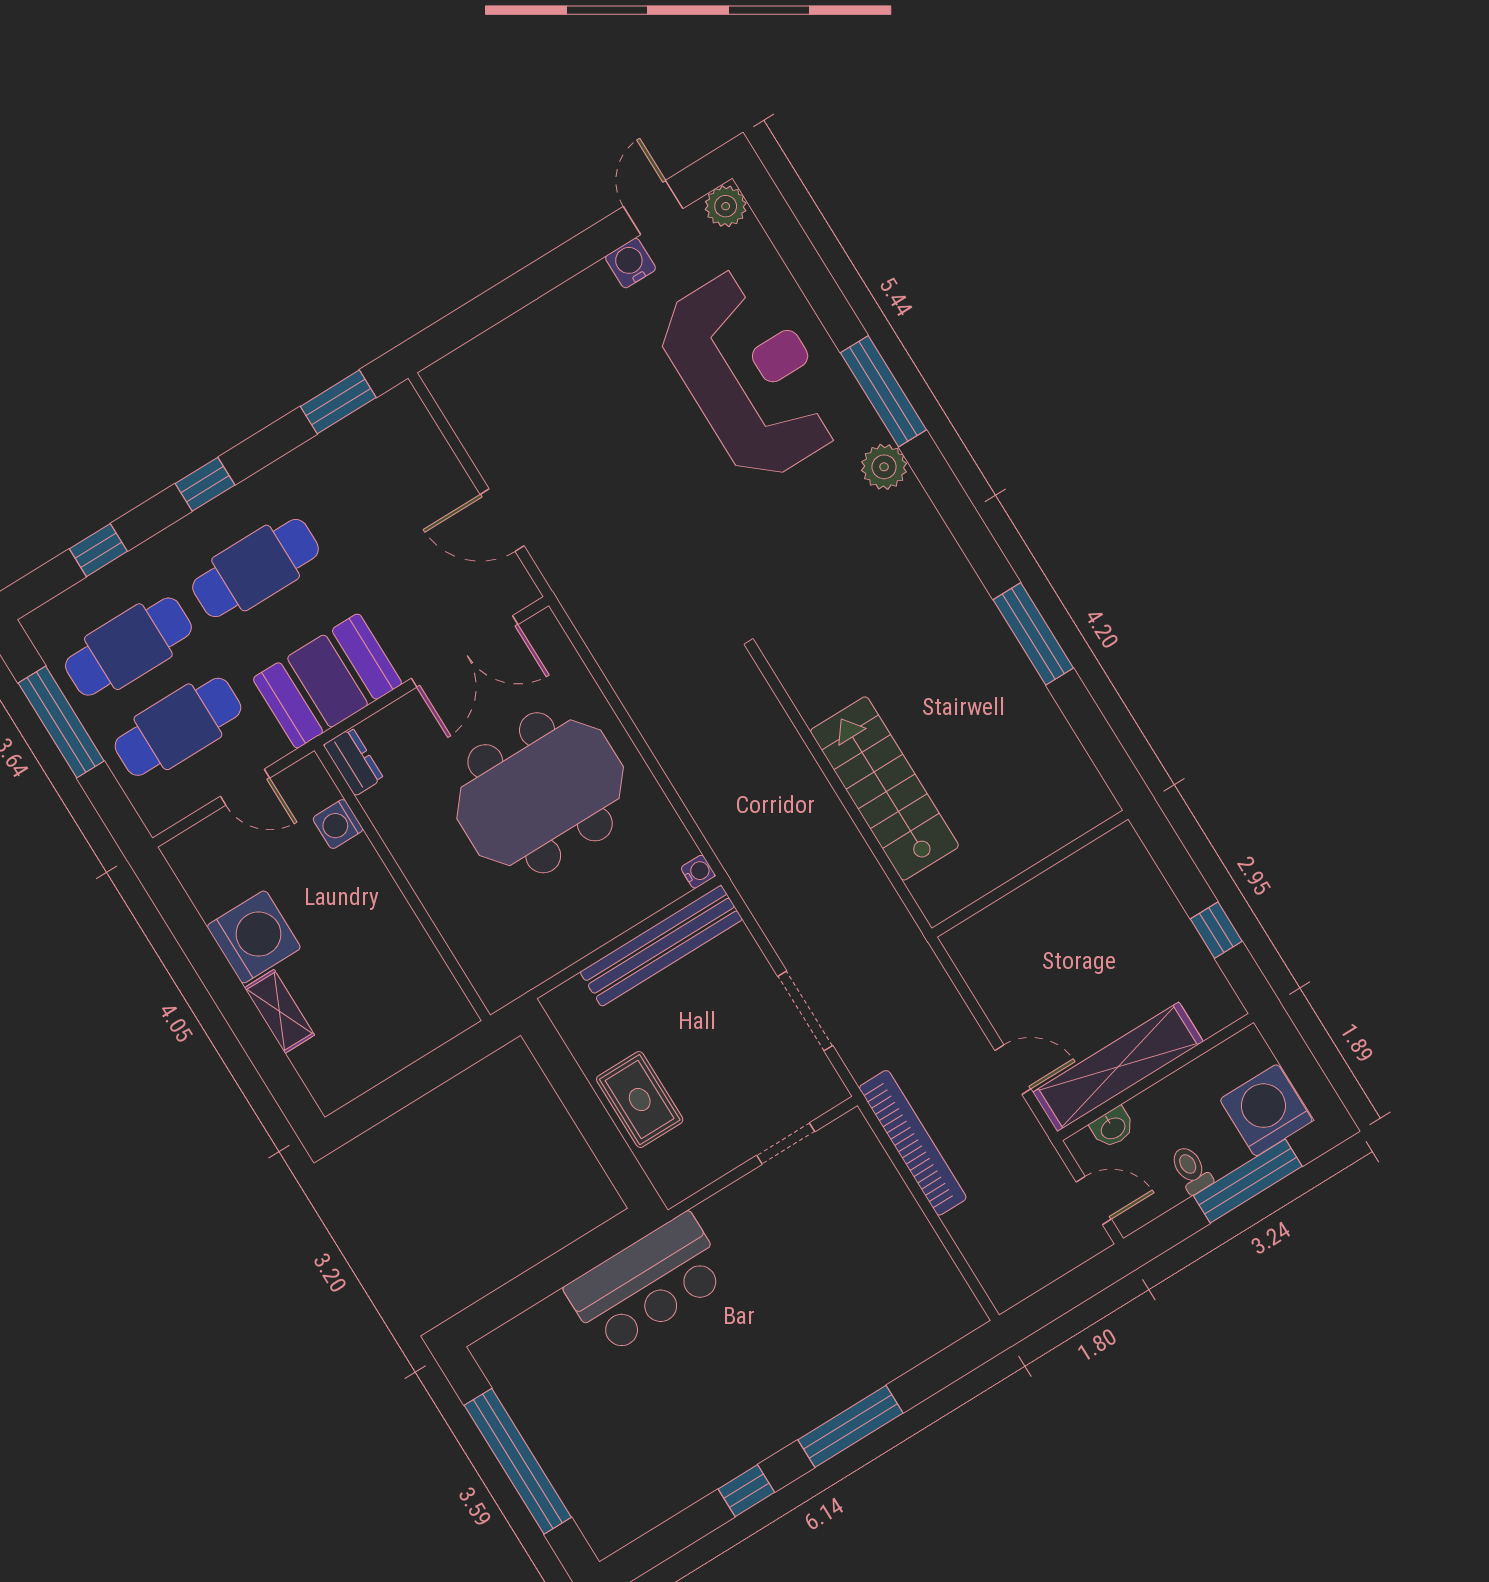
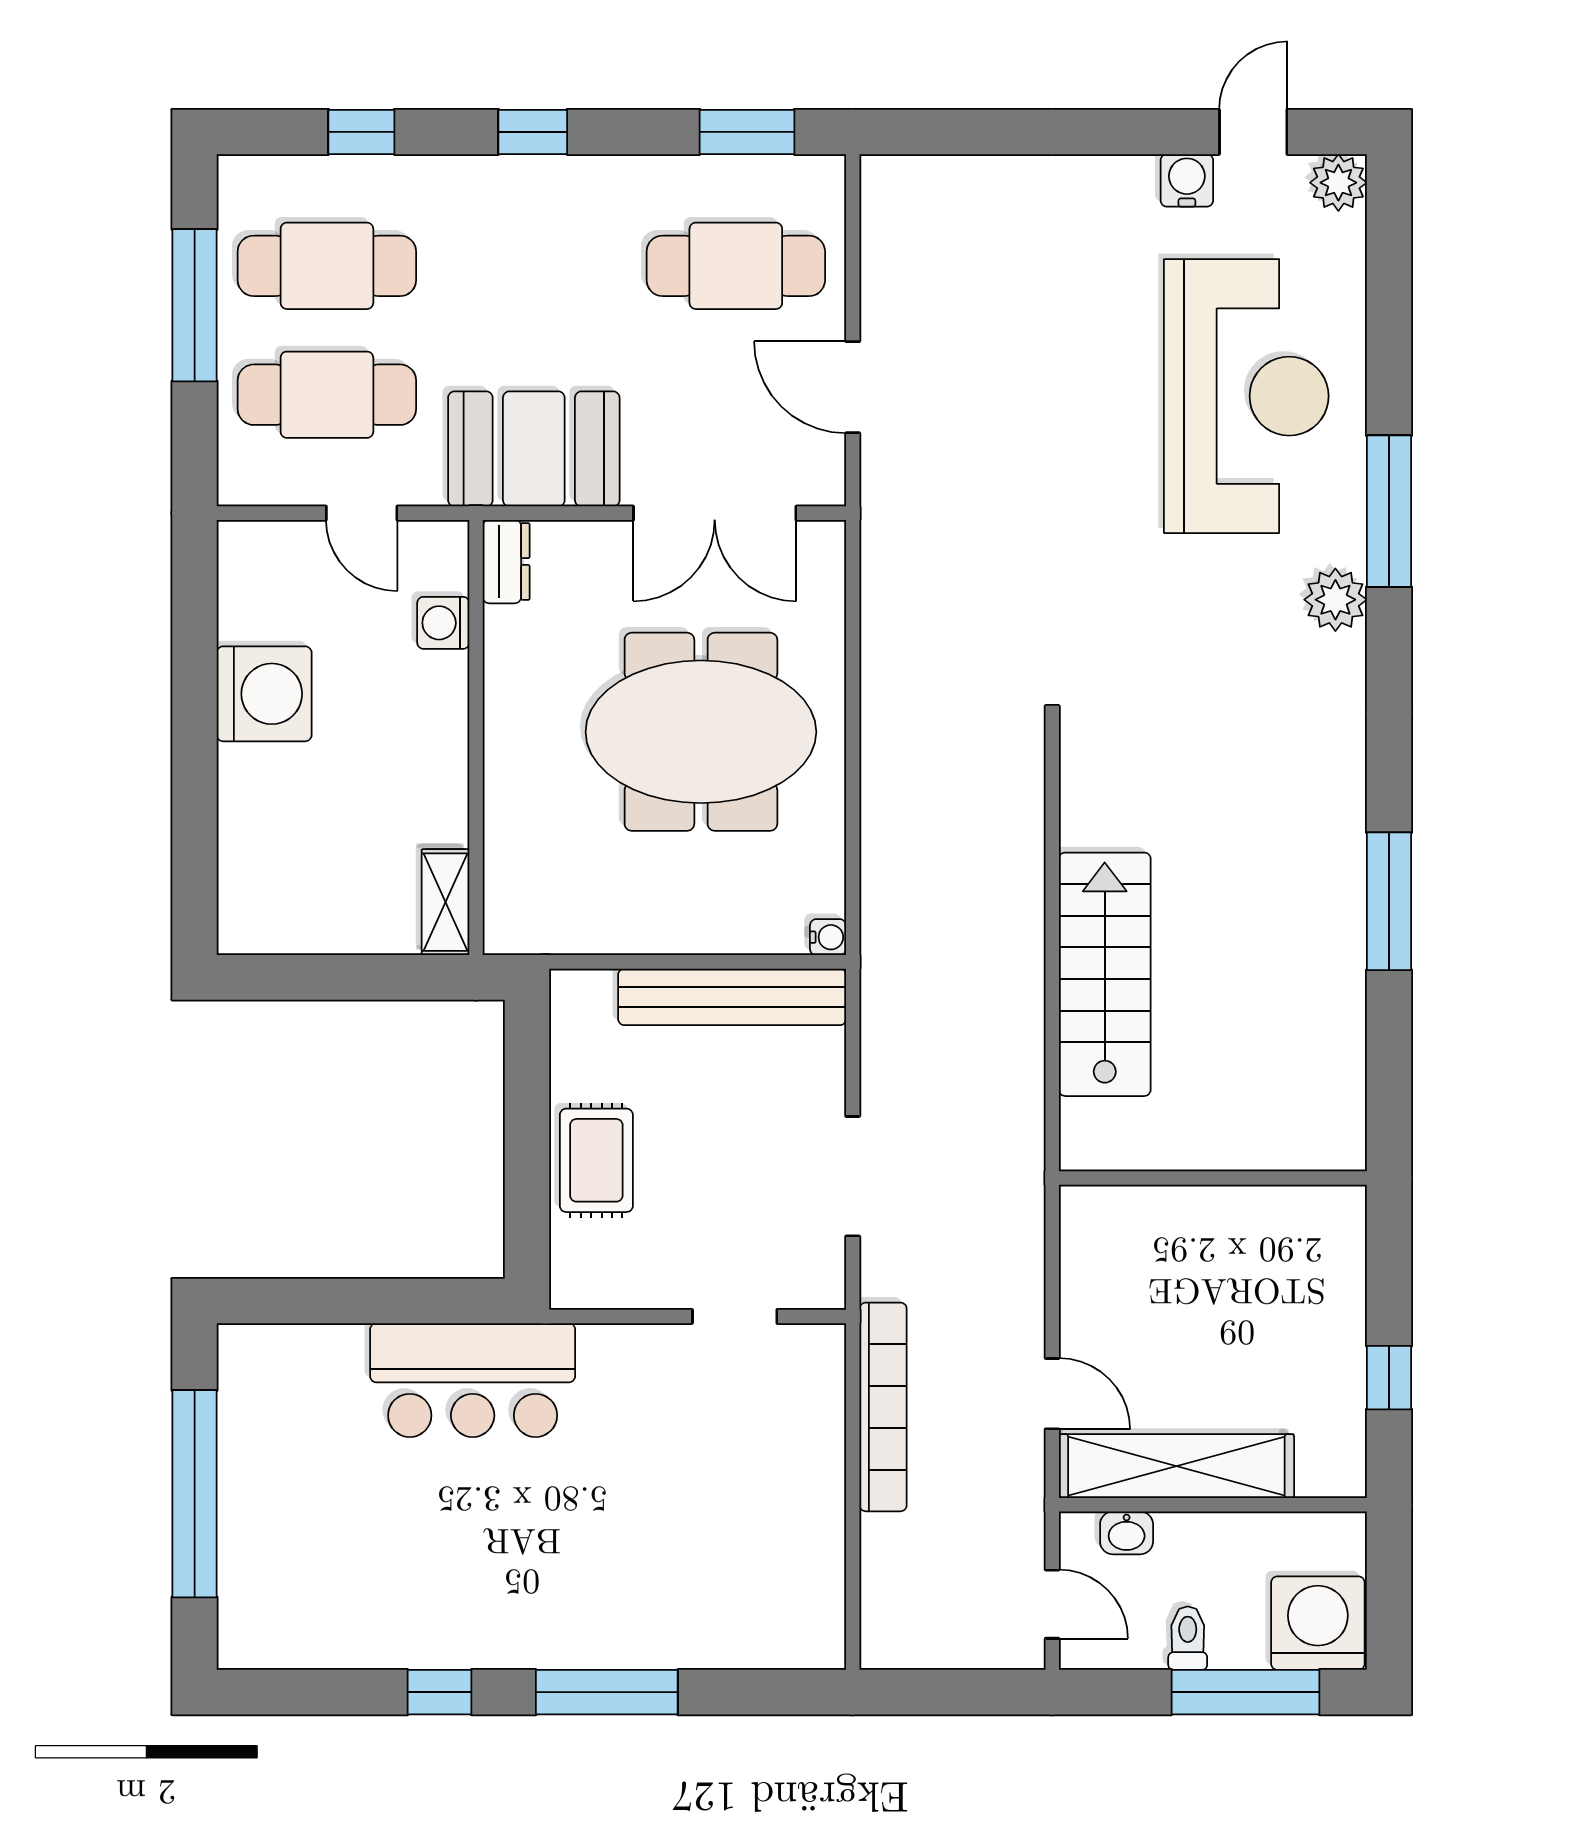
cafe table: (256, 568) -> (736, 266), moved
shelving: (279, 1011) -> (445, 902), moved

